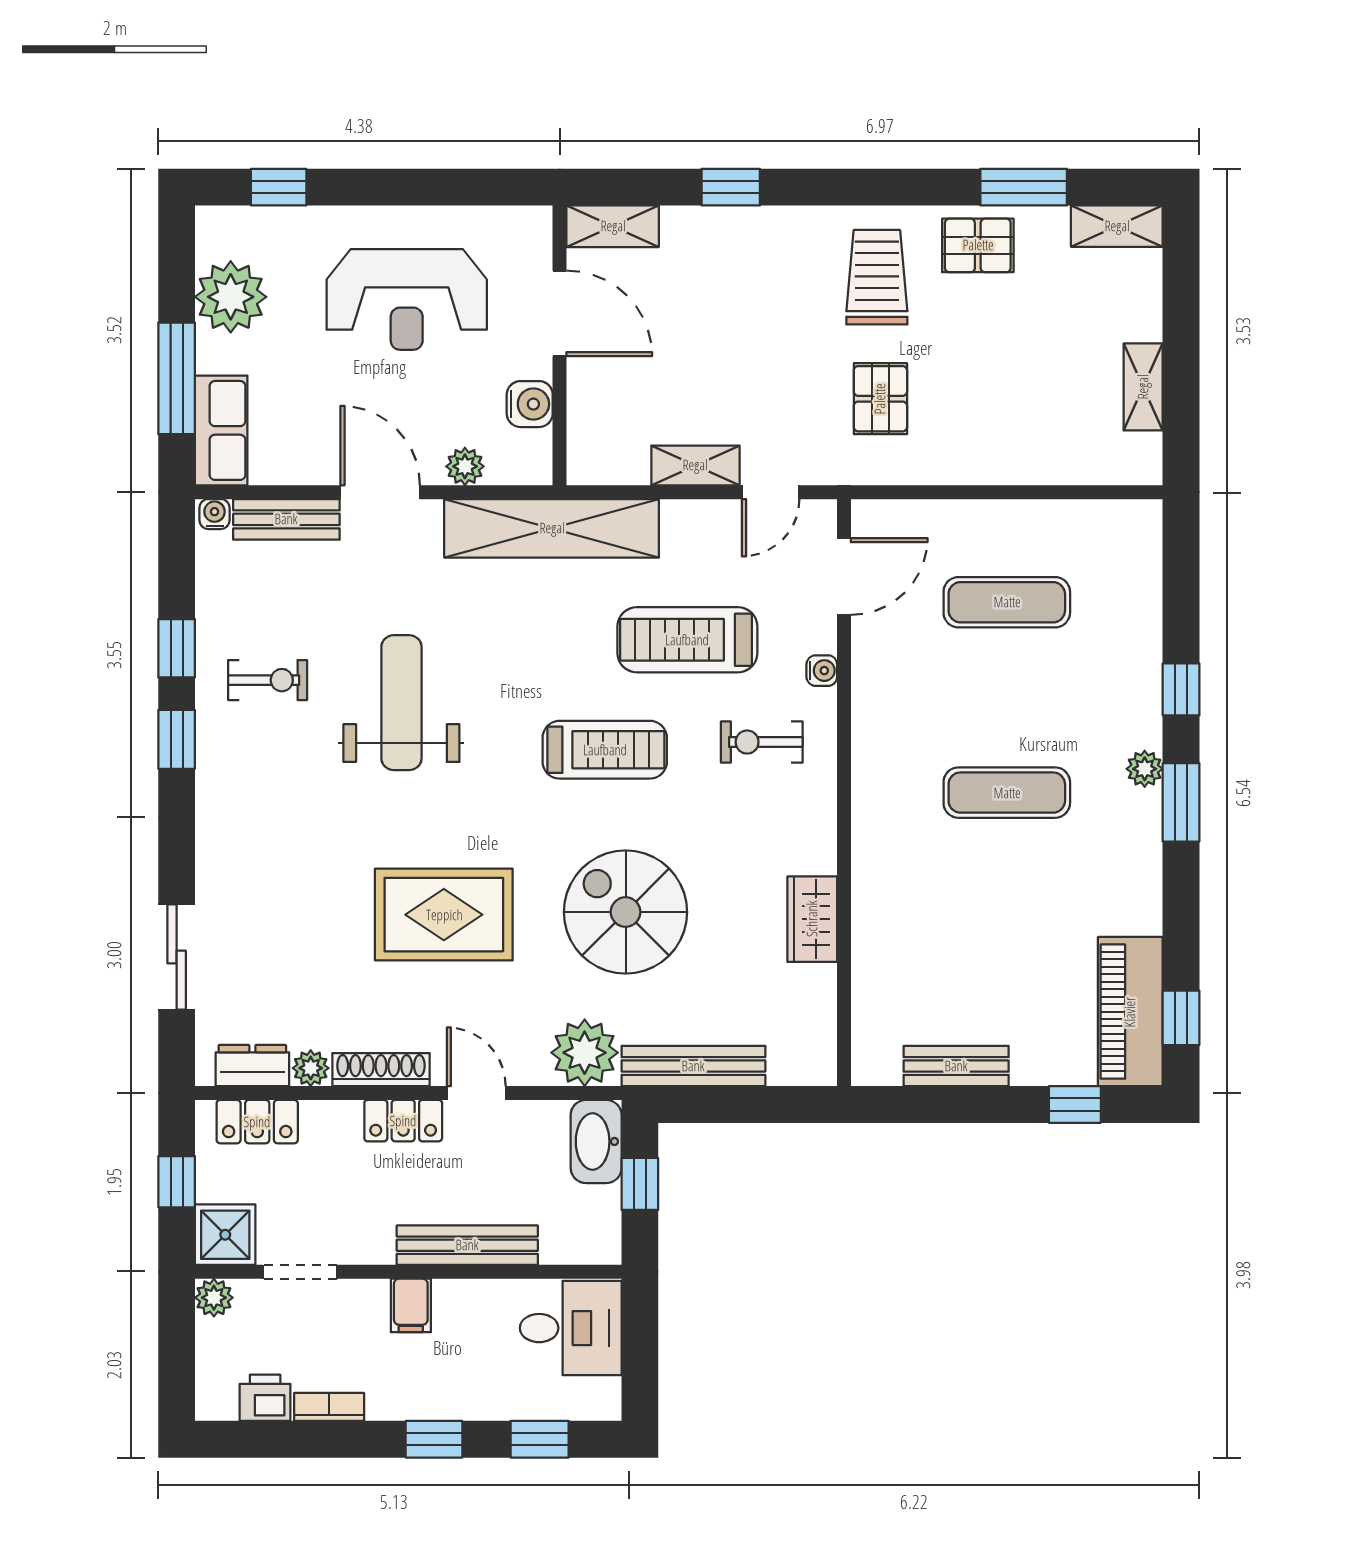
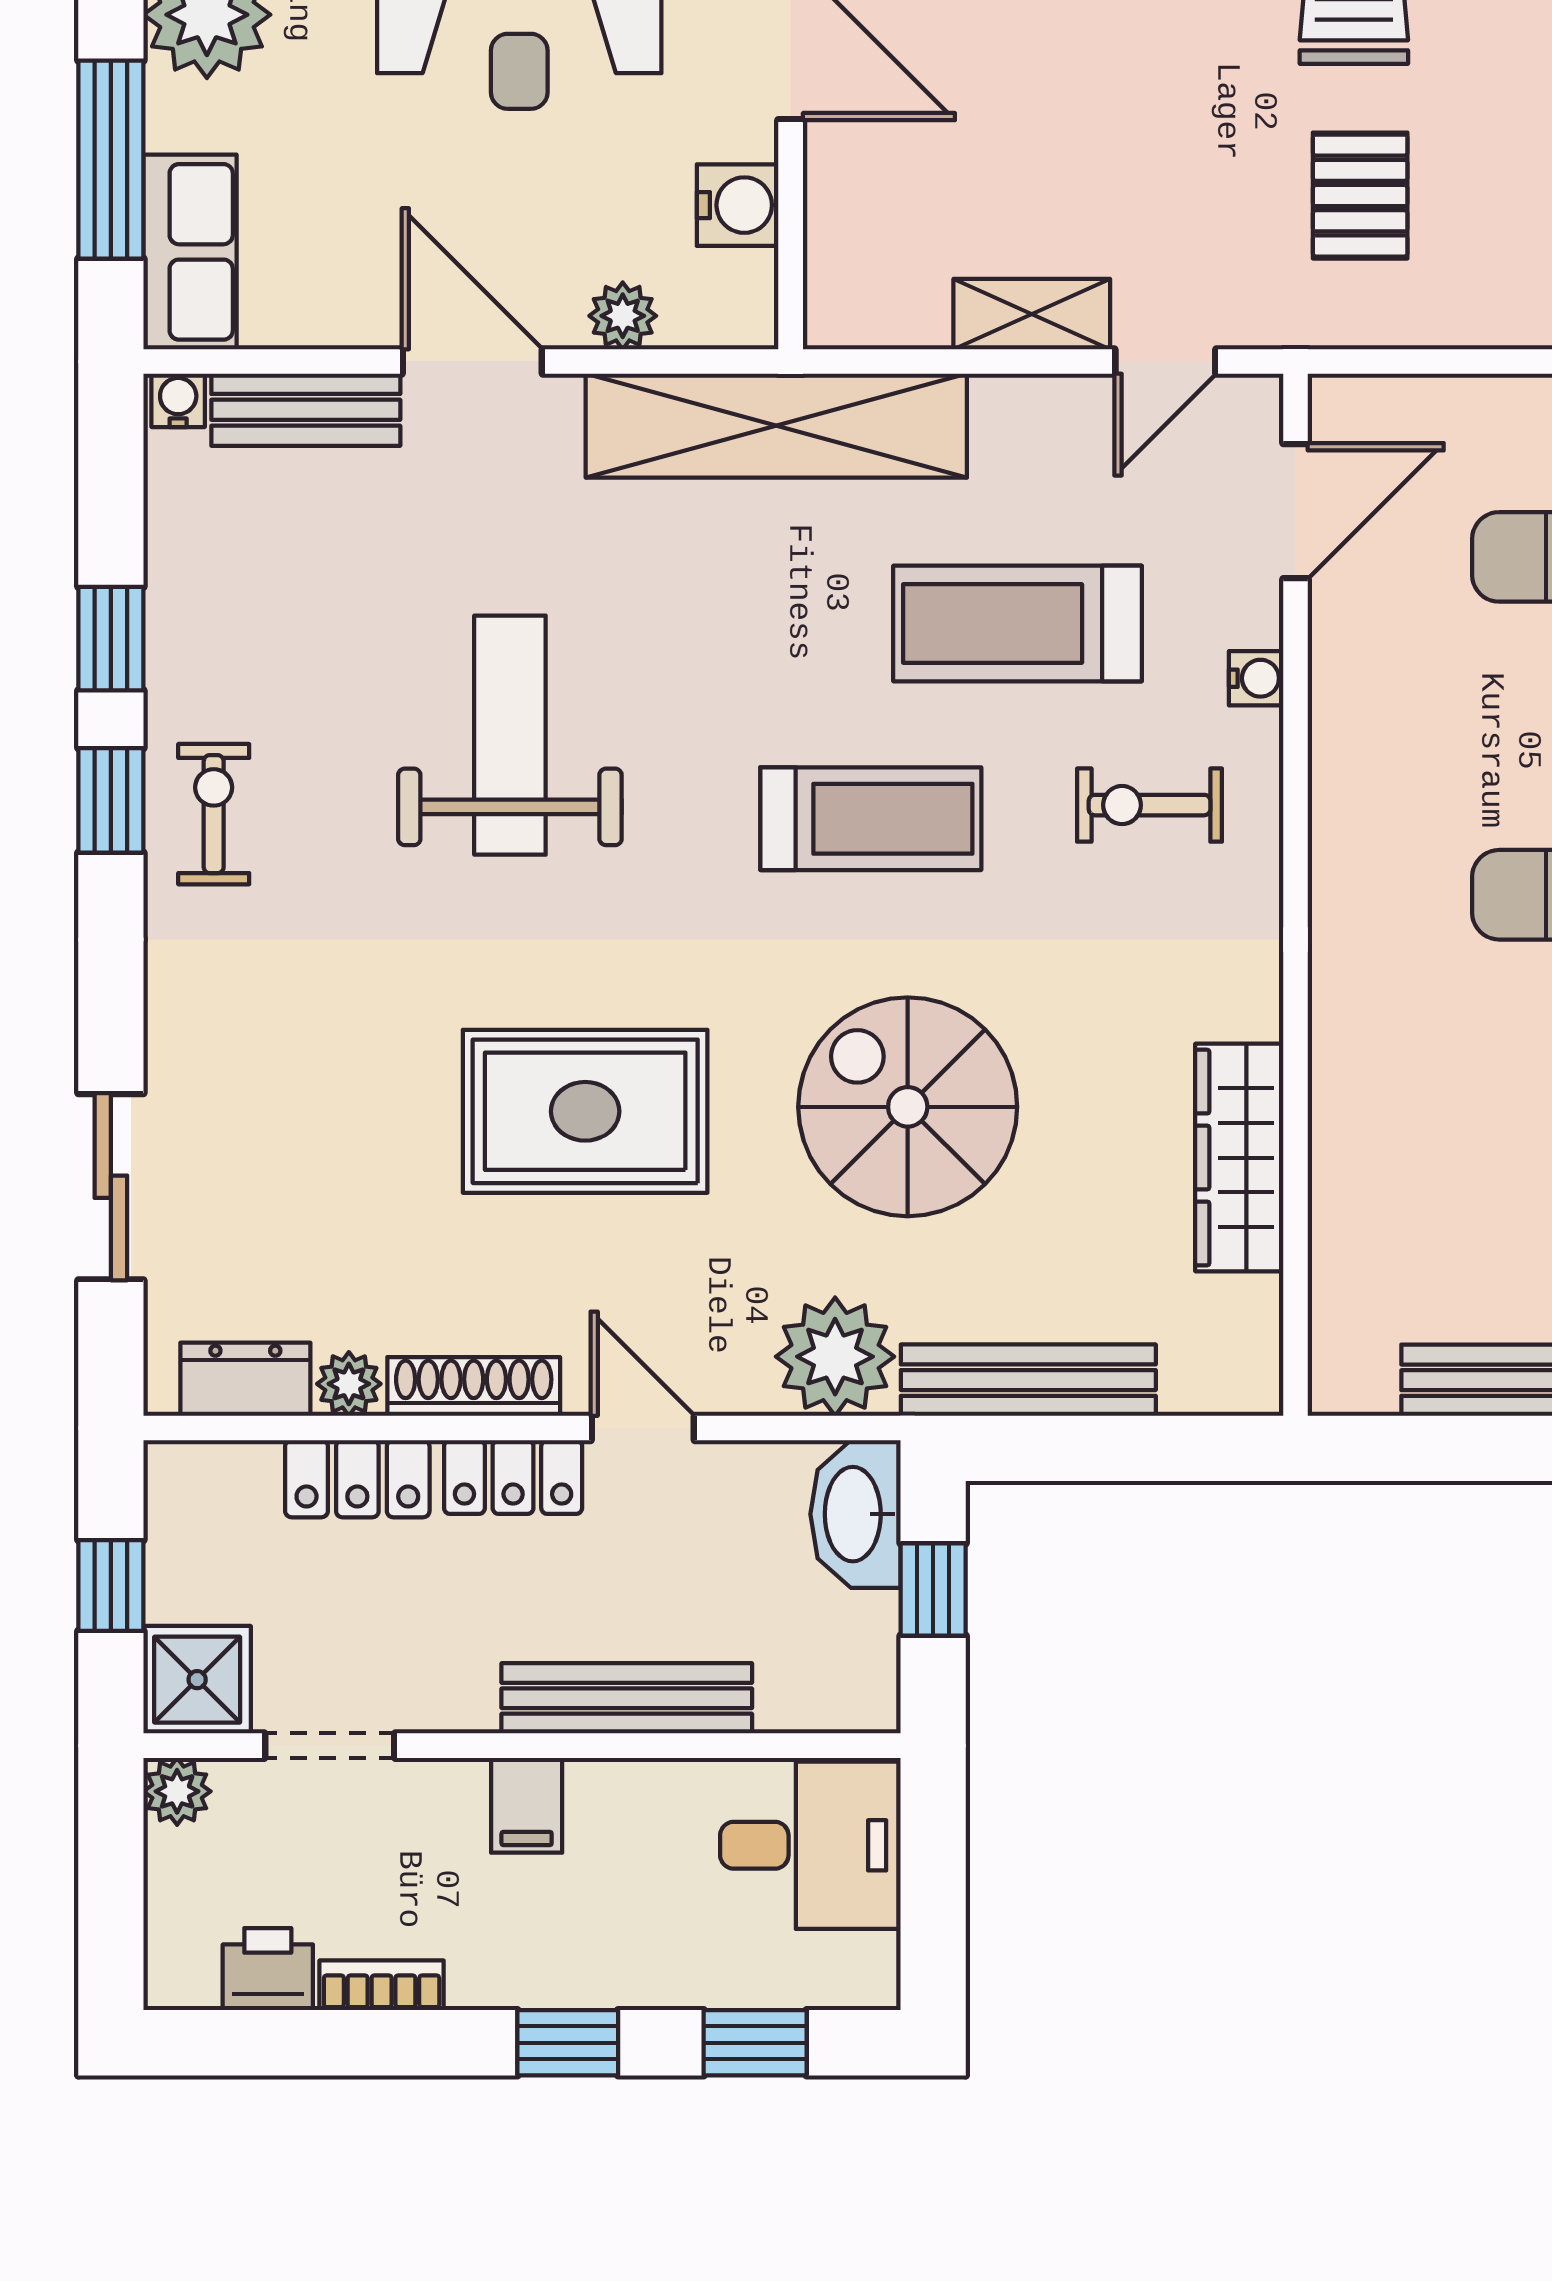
exercise bike: (268, 680) -> (214, 814), moved, turned -90
wardrobe: (812, 919) -> (1239, 1158), width x1.50
locker: (257, 1122) -> (357, 1479), moved

